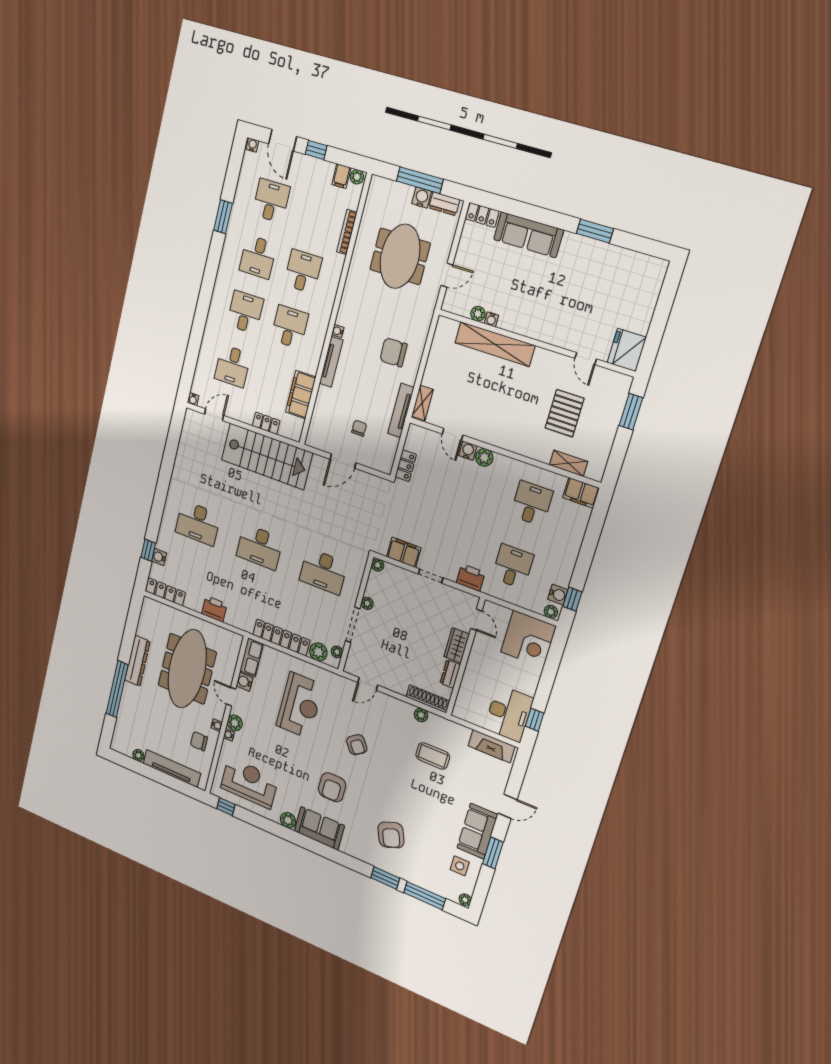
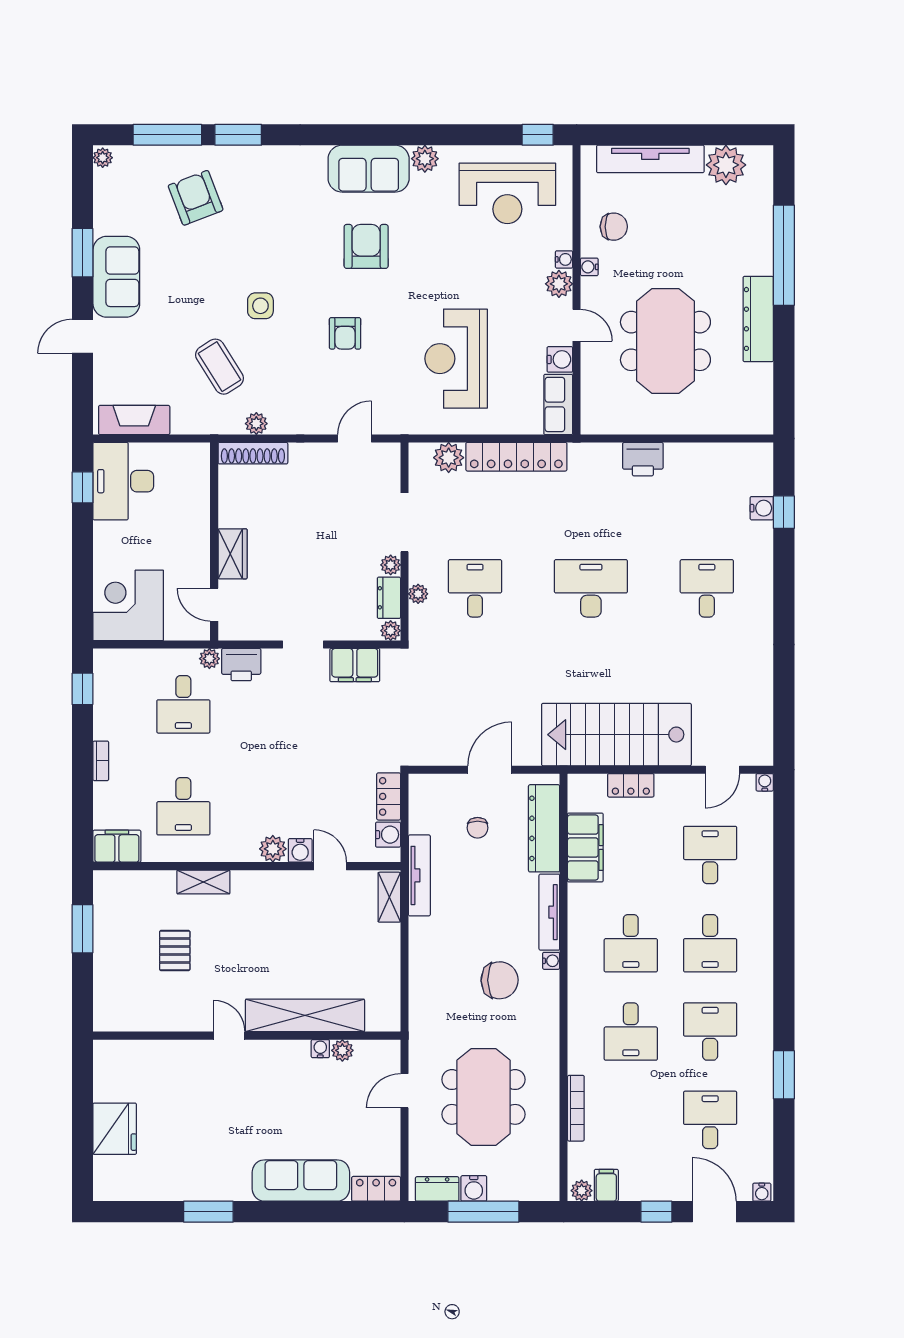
desk: (271, 201) -> (710, 1120), turned 180
fridge: (627, 350) -> (115, 1129), moved
chair: (393, 352) -> (500, 980), moved
door: (586, 359) -> (229, 1036), moved
window: (631, 412) -> (82, 929), moved
pallet: (565, 413) -> (175, 951), width x0.67, depth x0.71
dresser: (321, 414) -> (544, 828), added
shelving: (569, 463) -> (203, 882), moved
desk: (198, 523) -> (707, 588), width x0.73
bookcase: (575, 550) -> (101, 761), added
desk: (323, 571) -> (475, 588), width x0.73
locker: (165, 592) -> (736, 455), removed
water cooler: (558, 595) -> (388, 835), moved, turned 180
plant: (551, 612) -> (209, 659), moved
plant: (337, 652) -> (418, 594), moved
meeting table: (187, 669) -> (665, 341), width x0.73
dresser: (450, 674) -> (389, 598), moved, turned 180
armchair: (357, 745) -> (345, 333), turned -144
plant: (138, 755) -> (726, 165), width x1.88, depth x1.88
coffee table: (433, 756) -> (220, 367), turned 58
armchair: (391, 835) -> (196, 198), moved
side table: (460, 866) -> (260, 306), moved

